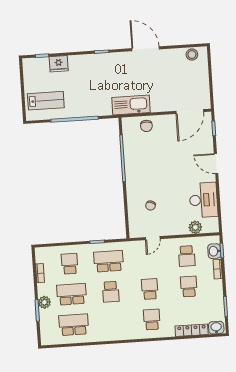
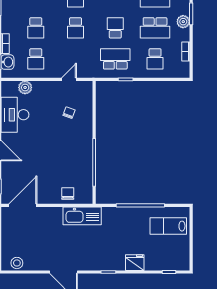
fridge: (59, 64) -> (135, 263), moved
school desk: (187, 256) -> (36, 59), turned 180
school desk: (109, 261) -> (115, 59), turned 180

